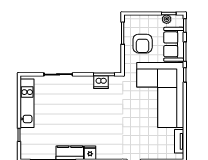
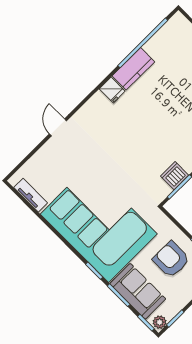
plant: (167, 19) -> (160, 322), moved

